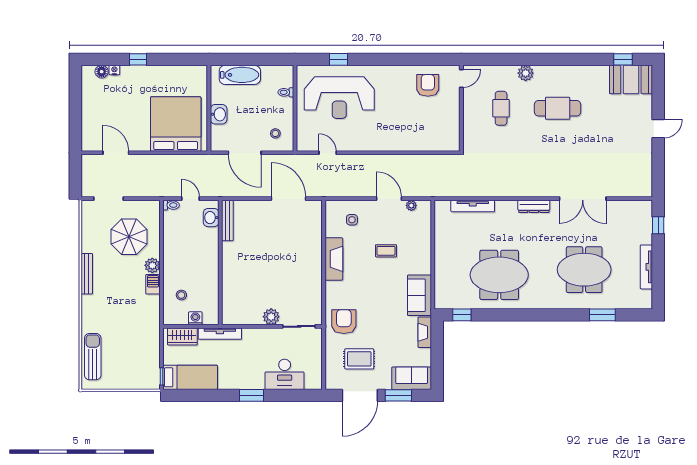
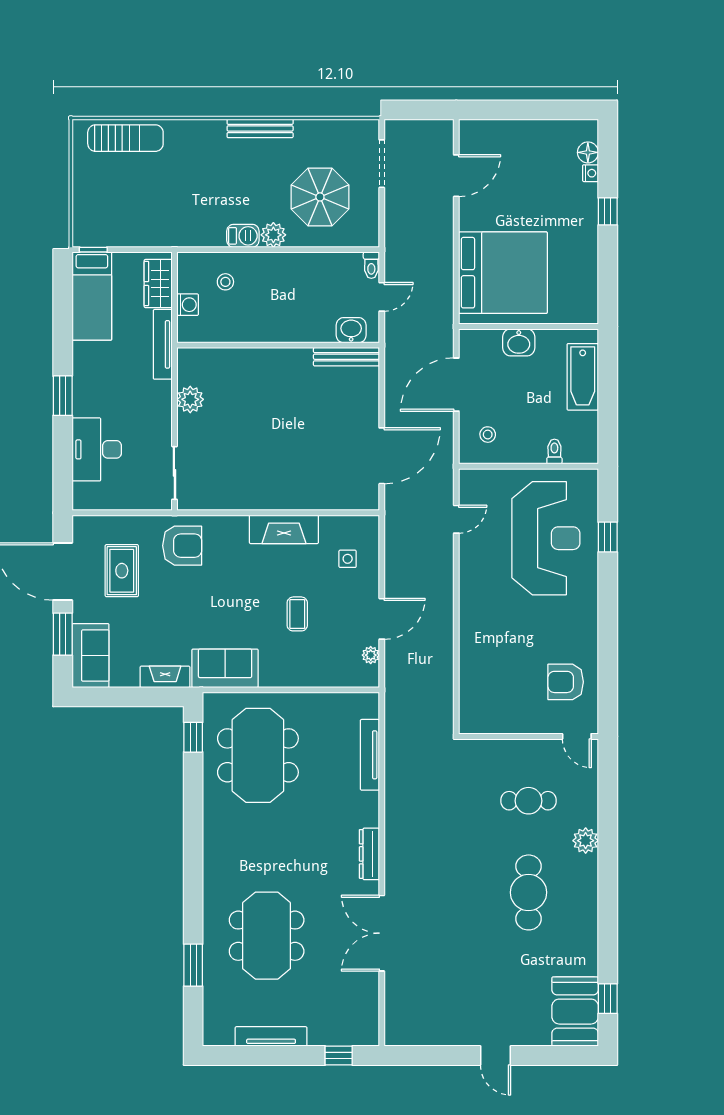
armchair: (428, 85) -> (566, 682), turned 180
reception desk: (339, 98) -> (546, 538), turned 180
meeting table: (499, 275) -> (258, 755), moved
plant: (271, 317) -> (190, 399), moved

